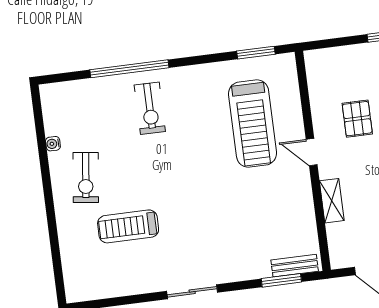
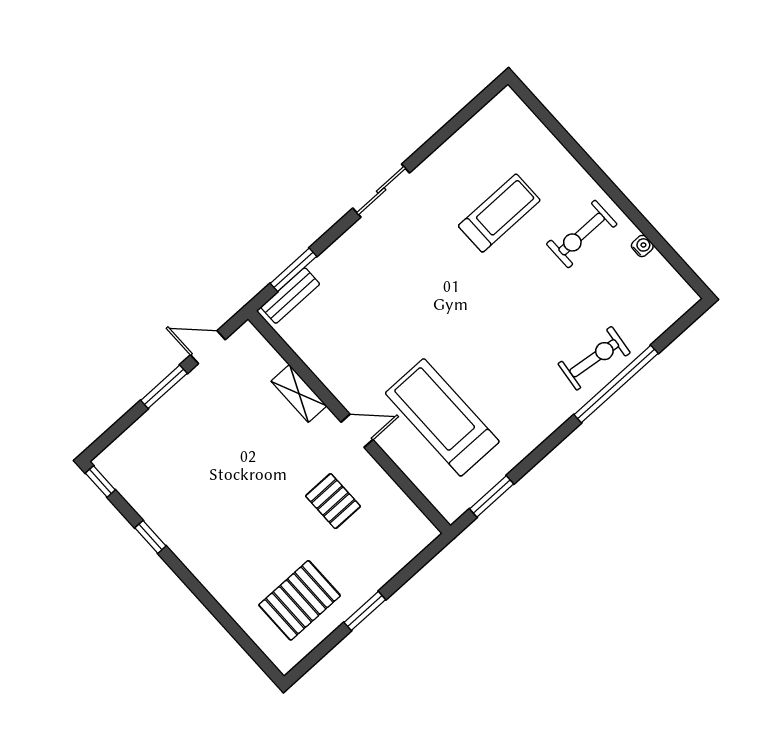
exercise bike: (150, 108) -> (594, 358), moved, turned 97
exercise bike: (86, 177) -> (582, 234), turned -97

